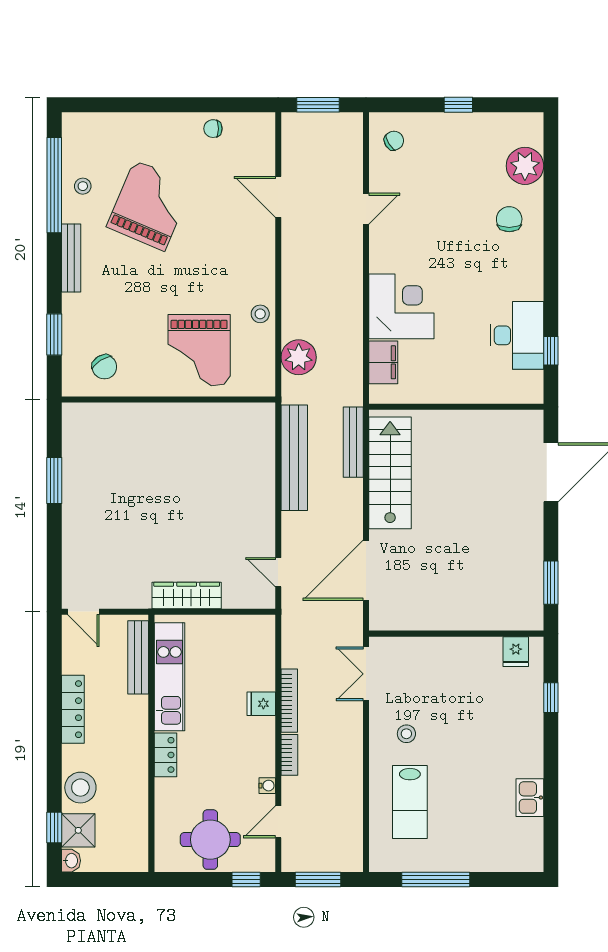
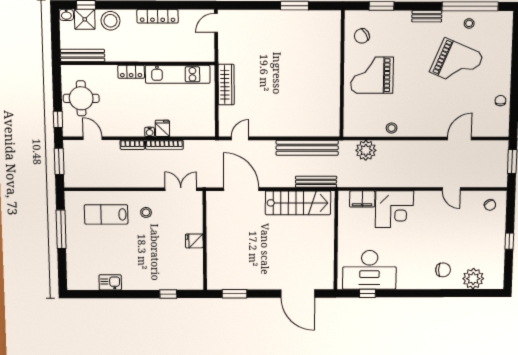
bench: (71, 258) -> (427, 16), width x0.73
desk: (517, 335) -> (369, 270), width x1.36, depth x1.30
grand piano: (199, 350) -> (372, 75), moved
fridge: (516, 652) -> (194, 241), moved
bench: (138, 657) -> (83, 55), moved
water cooler: (267, 786) -> (150, 132), moved

